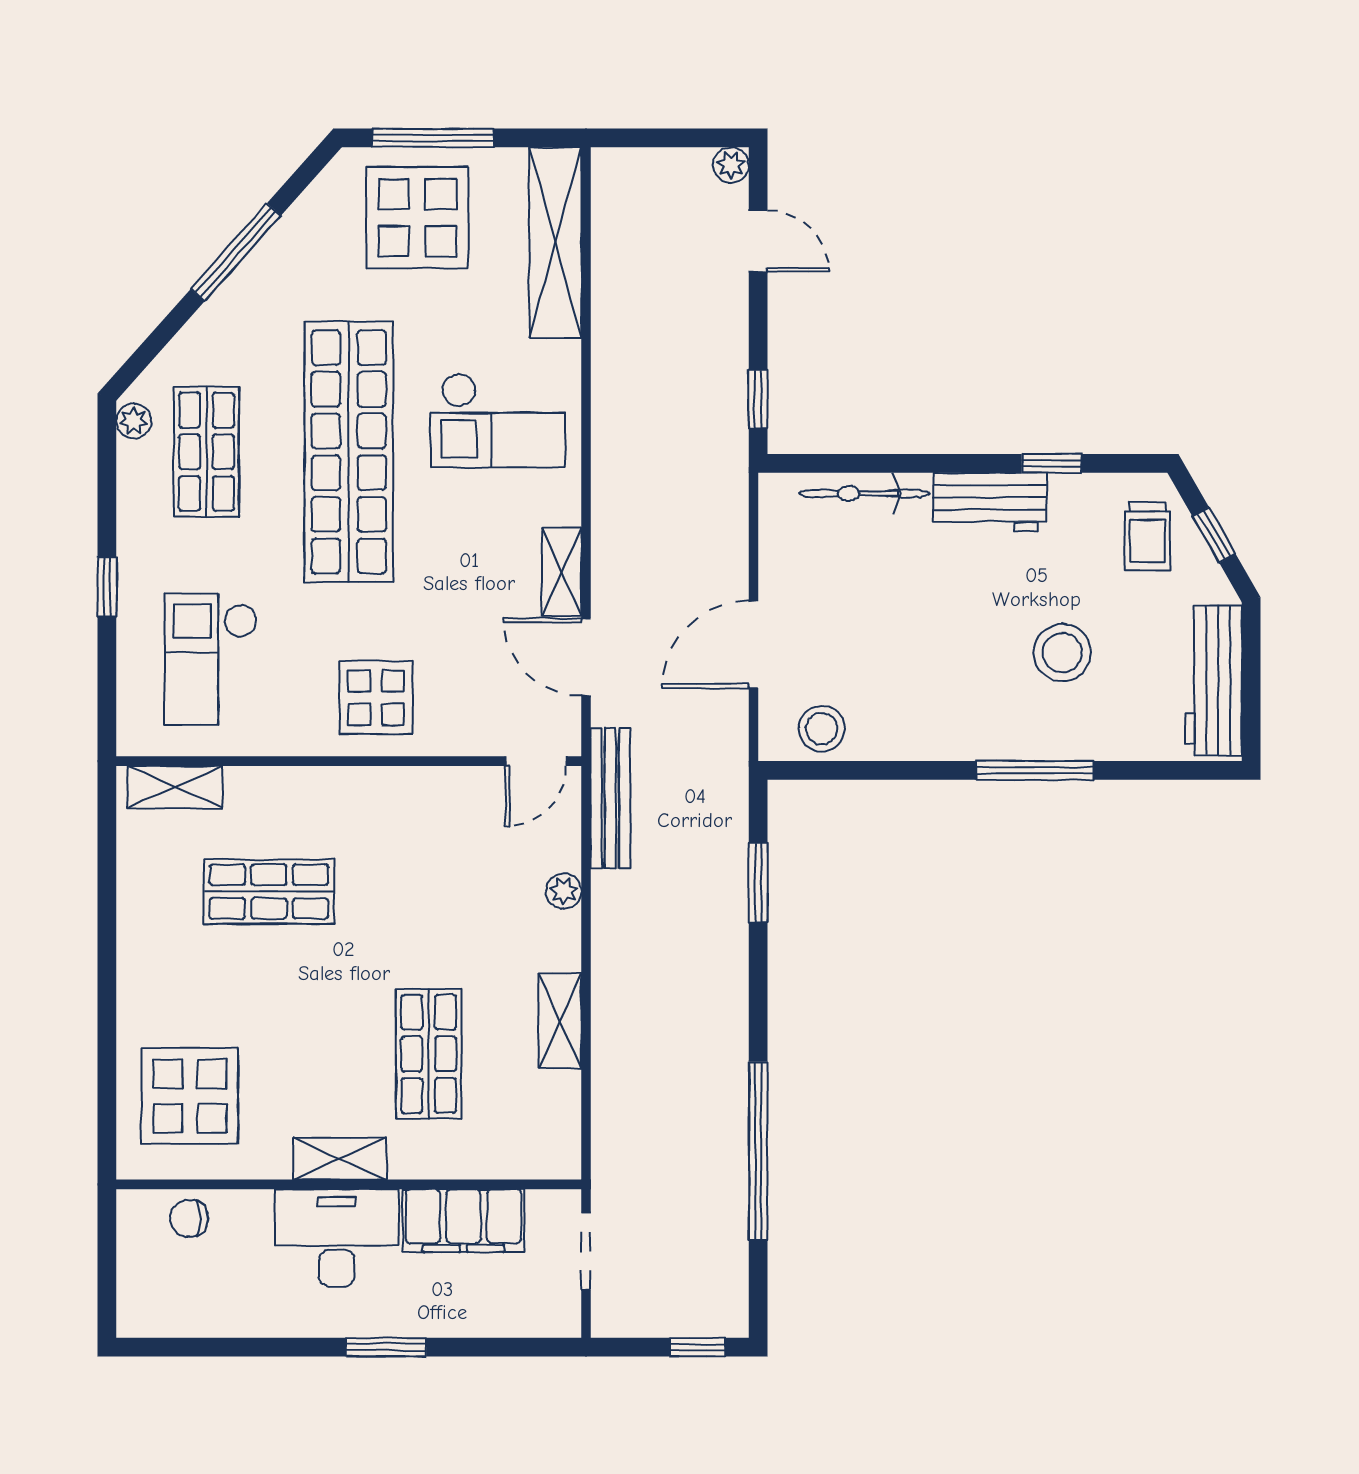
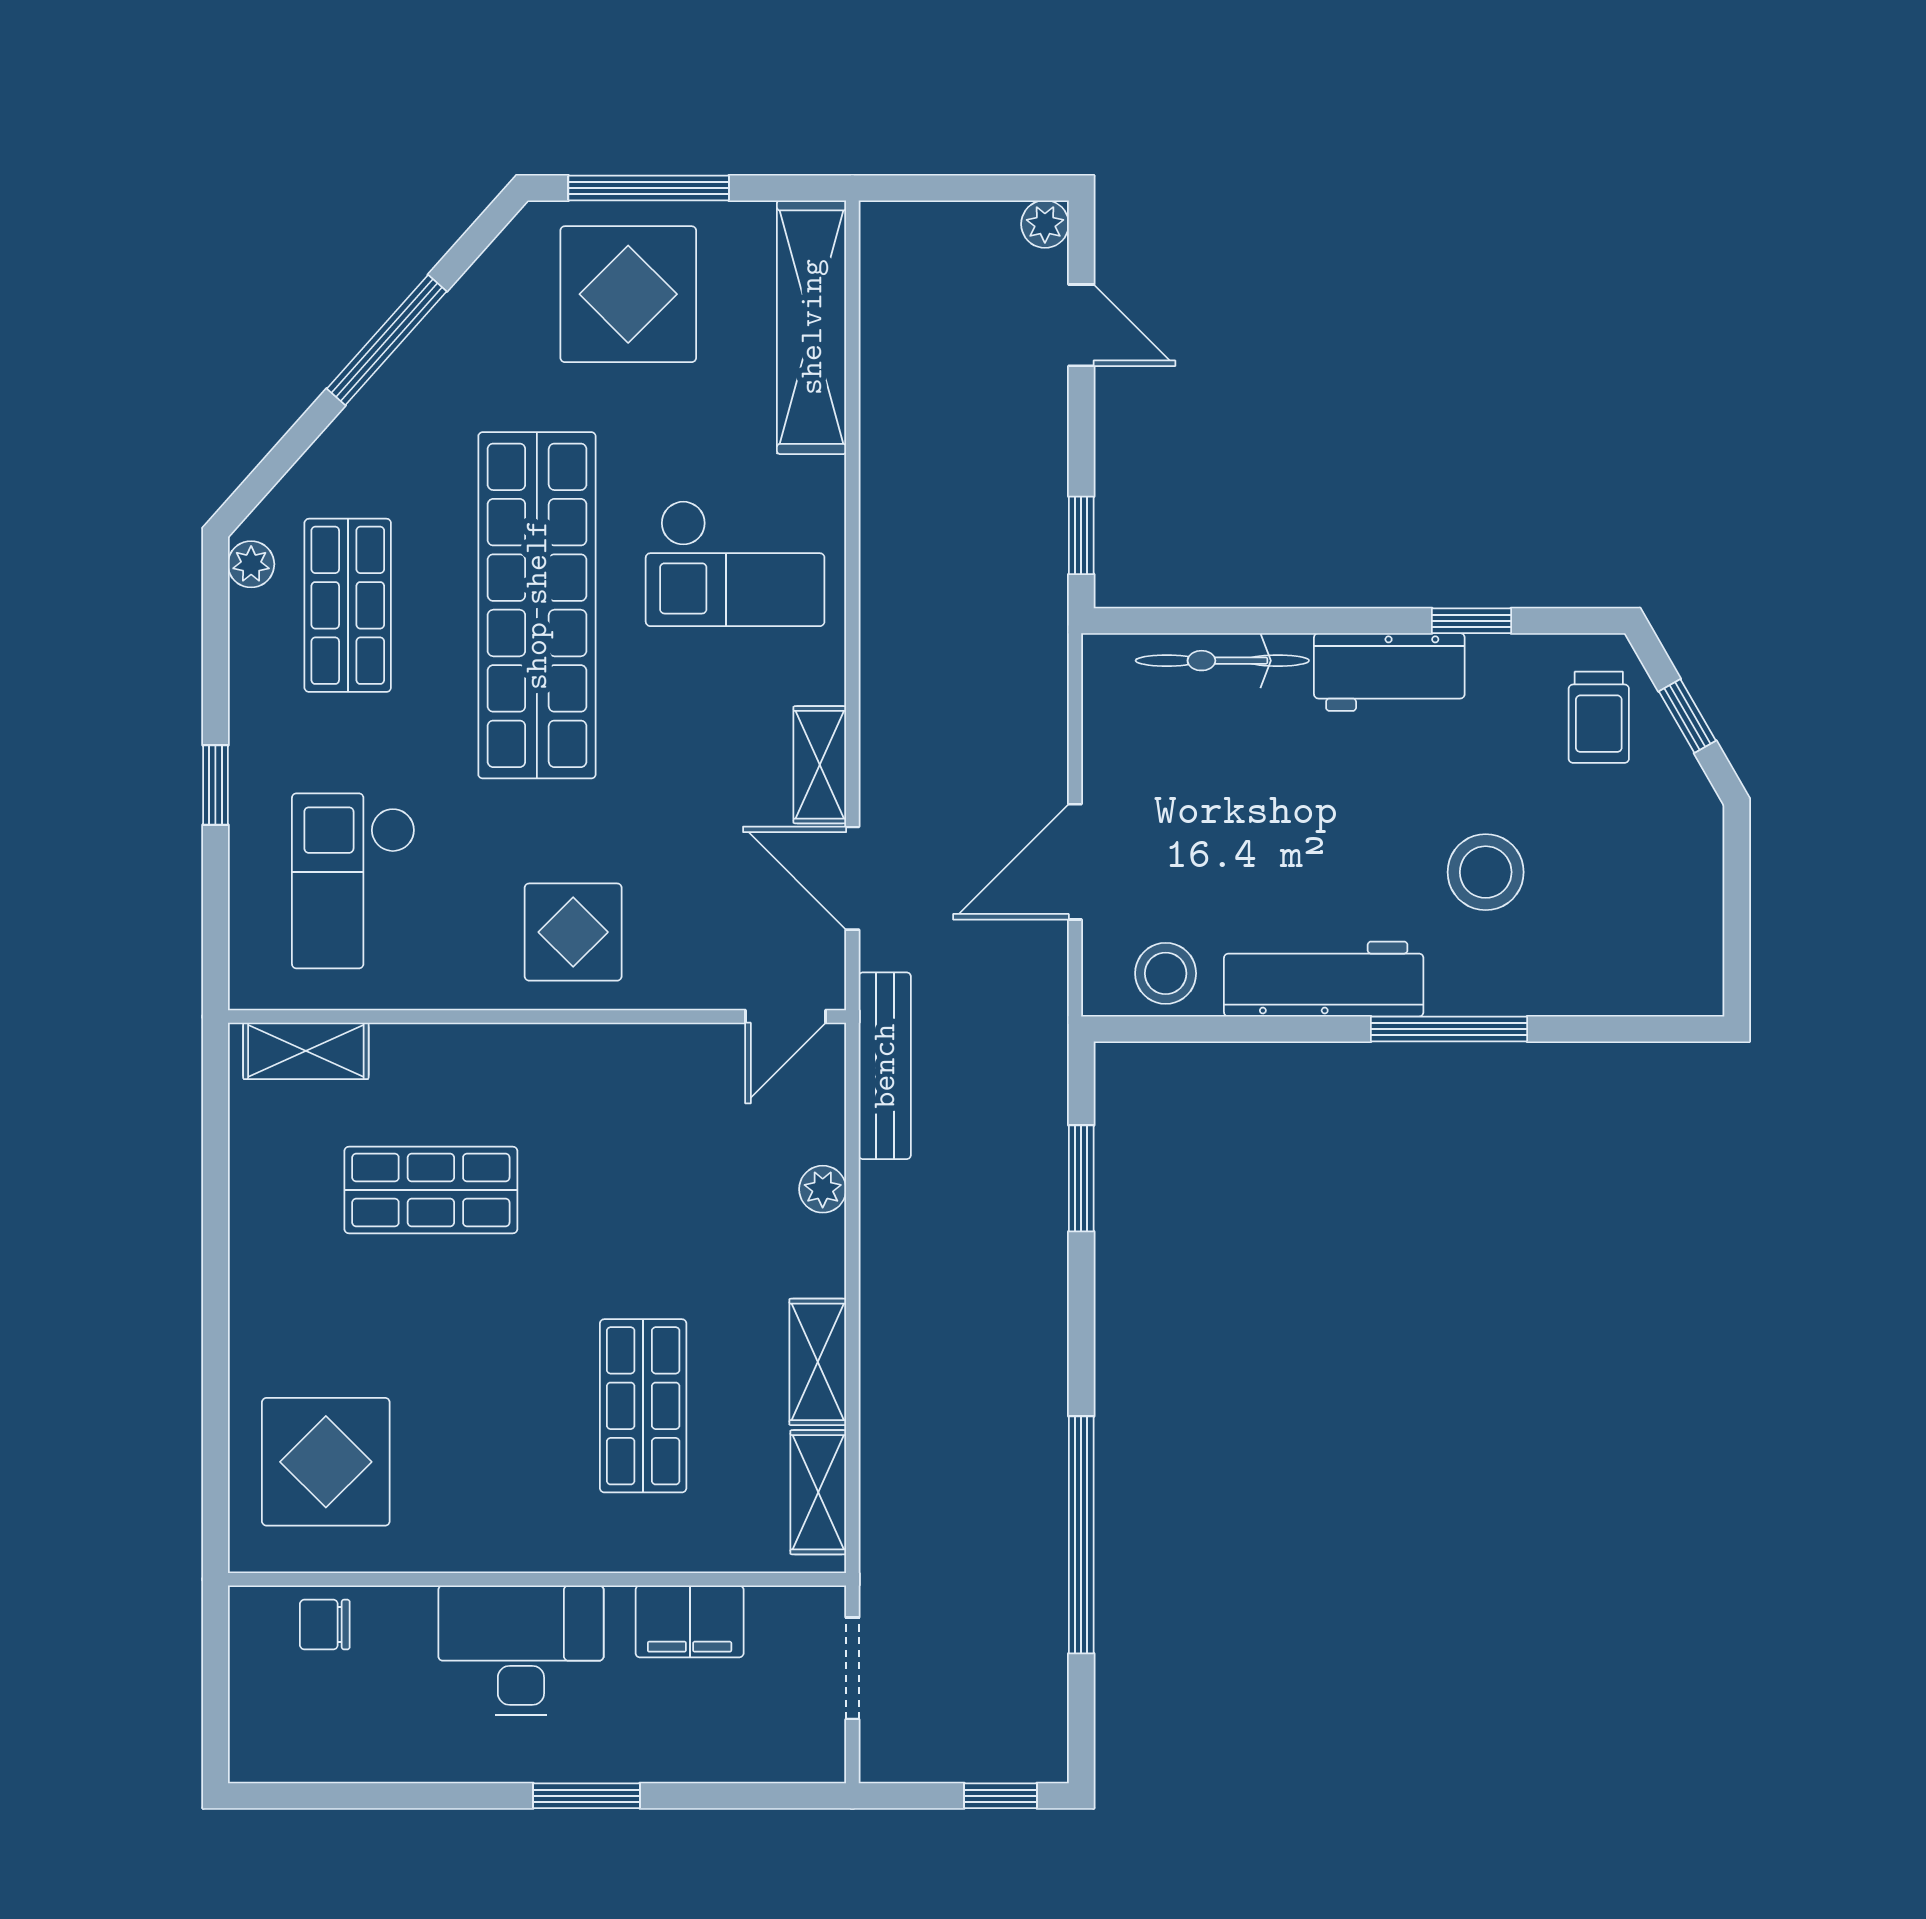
workbench: (1214, 680) -> (1324, 979), moved, turned 90
shelving: (340, 1159) -> (818, 1492), moved, turned 90
filing cabinet: (464, 1221) -> (690, 1621), width x0.67, depth x0.86

